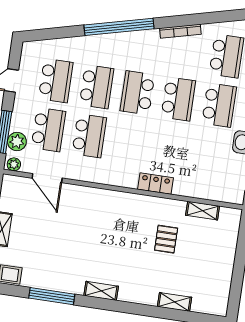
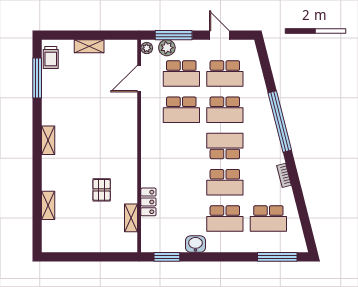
bookcase: (180, 31) -> (284, 175), width x0.64
locker: (155, 184) -> (148, 202), moved
pallet: (166, 239) -> (102, 190), turned 90
window: (52, 296) -> (37, 78), moved

